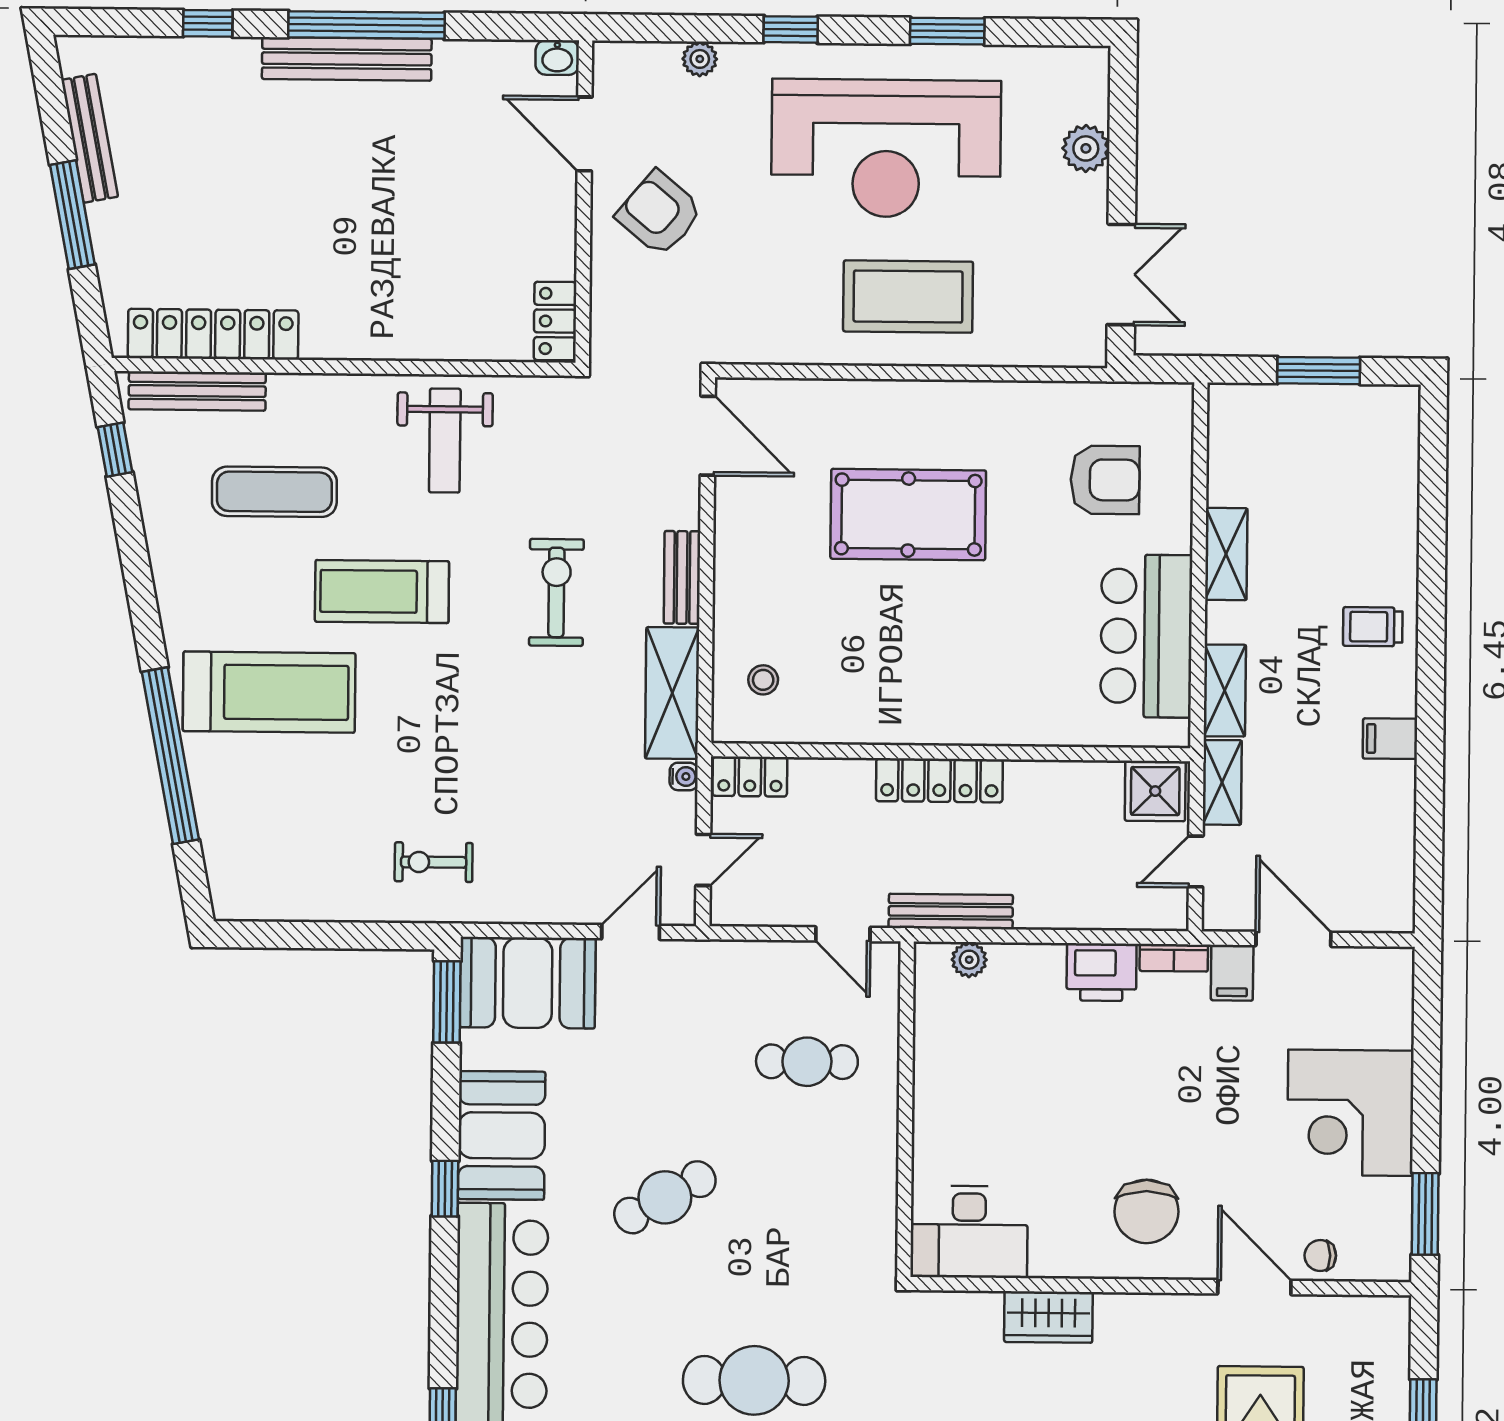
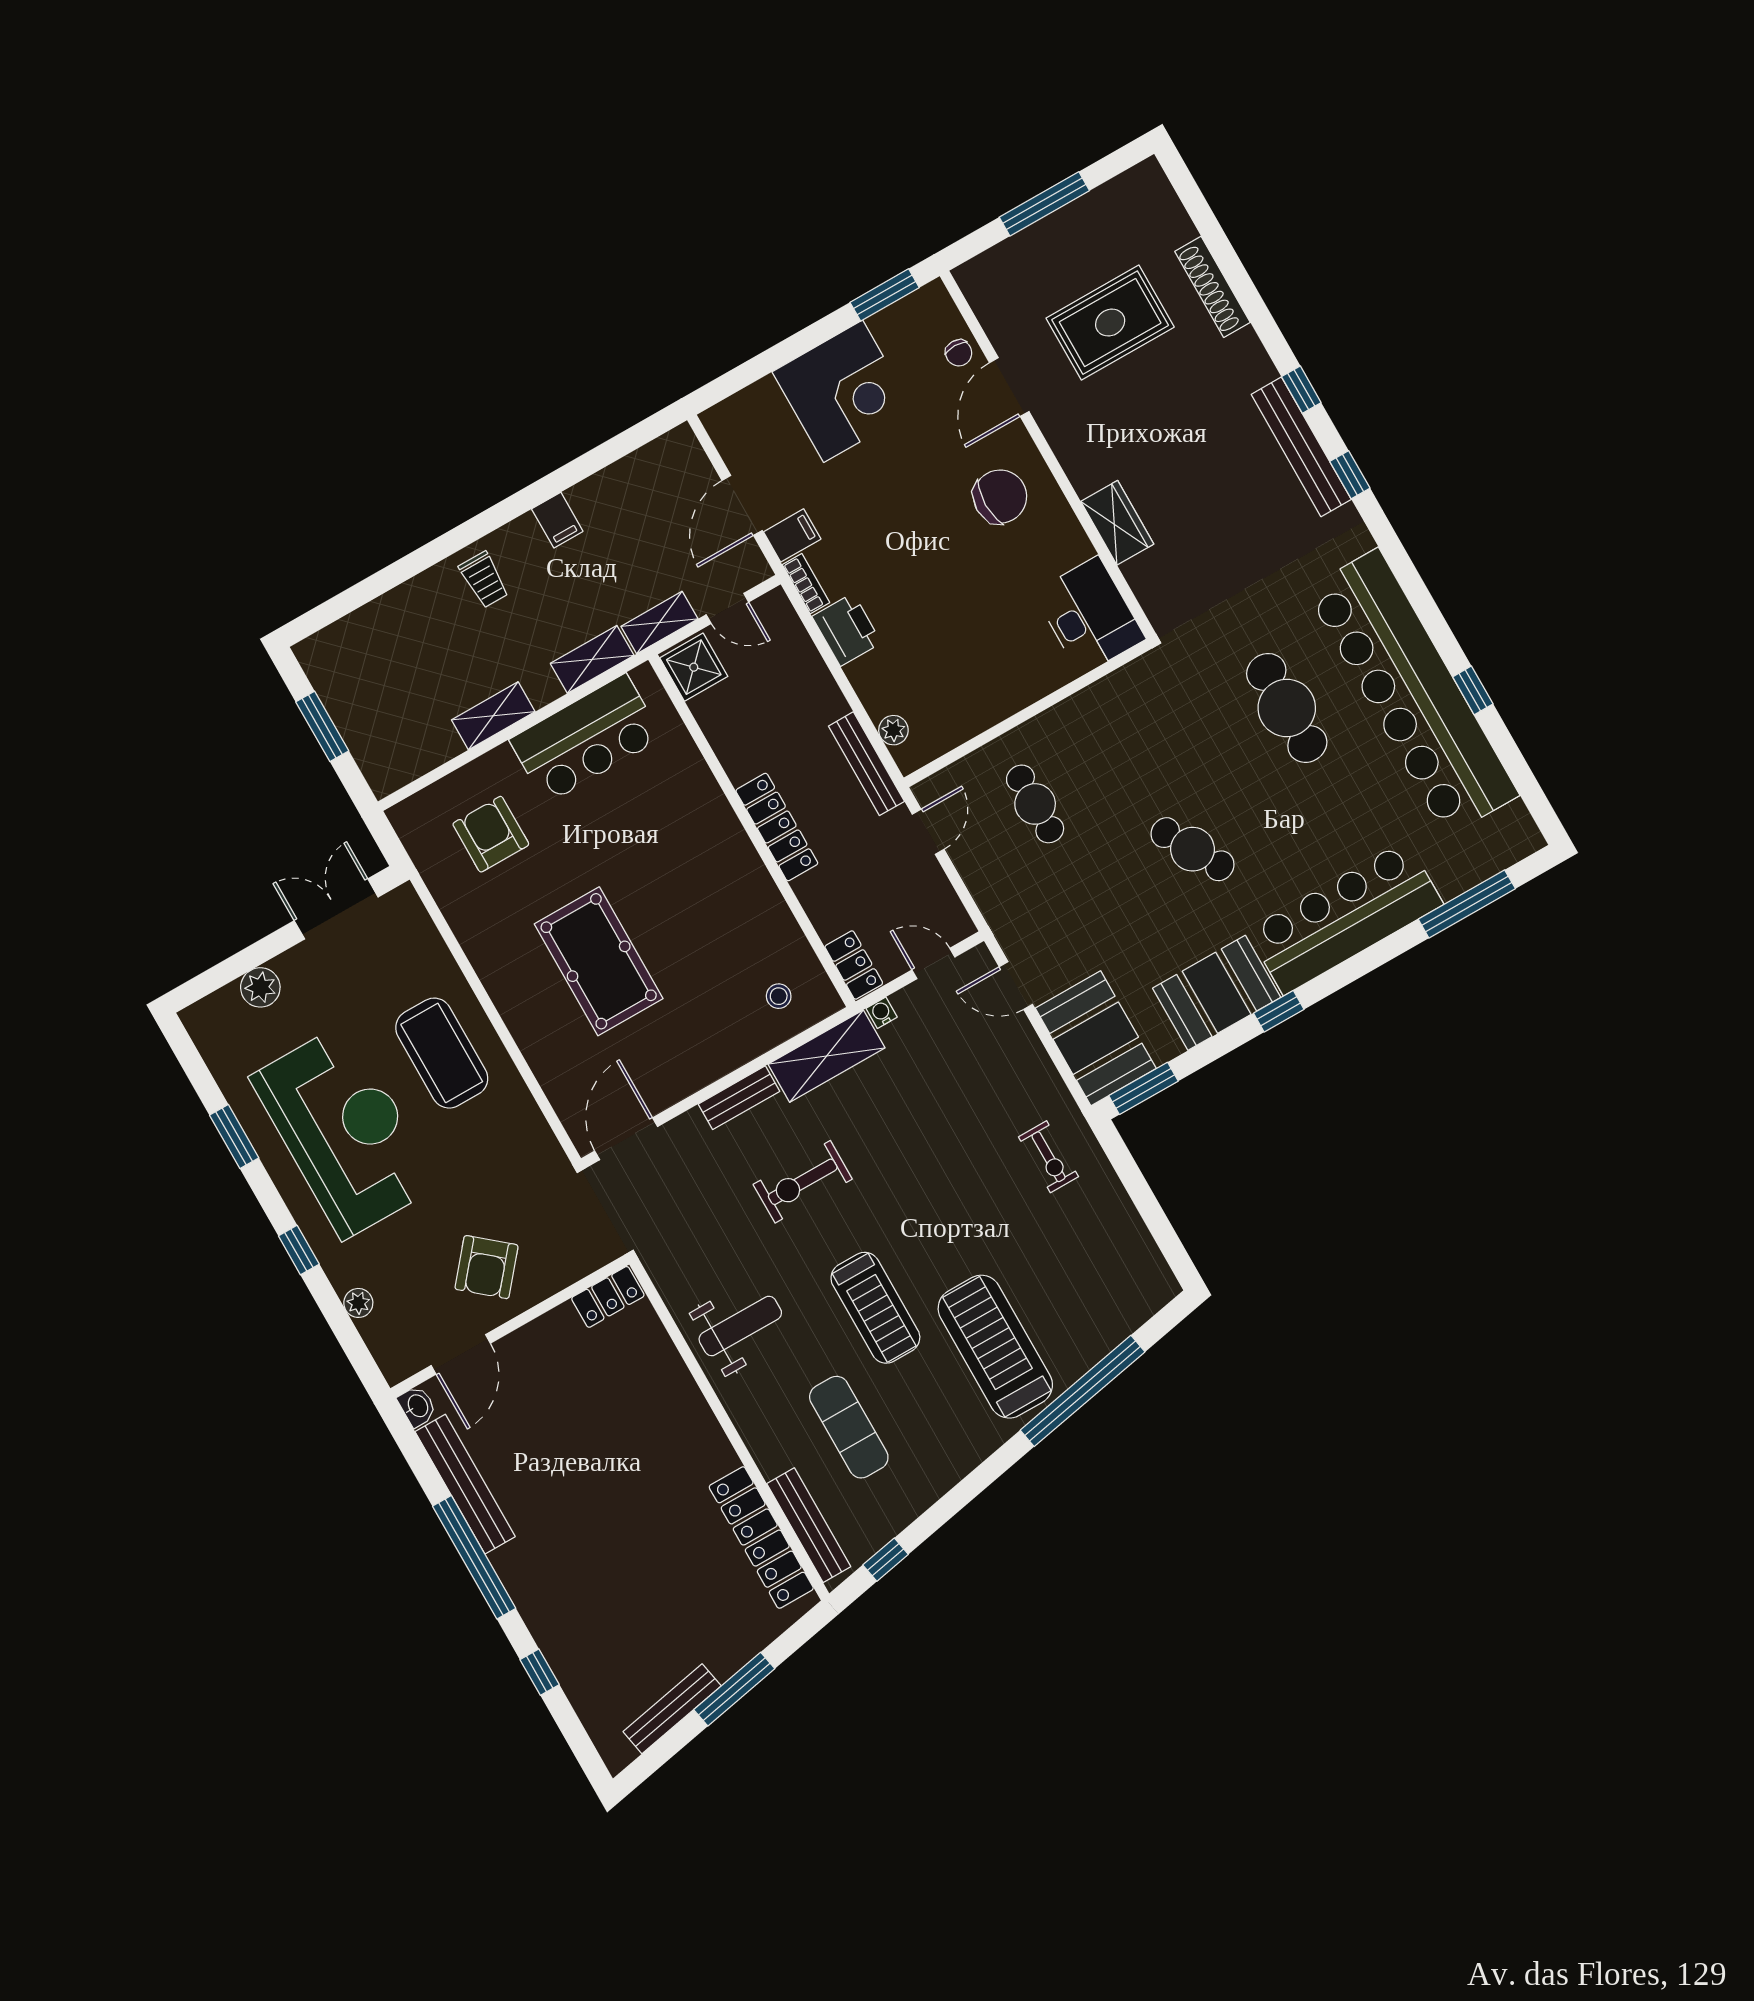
bench: (347, 59) -> (465, 1484), moved

